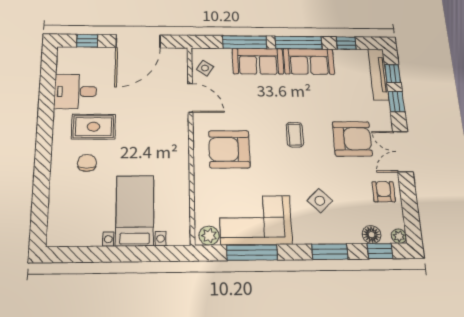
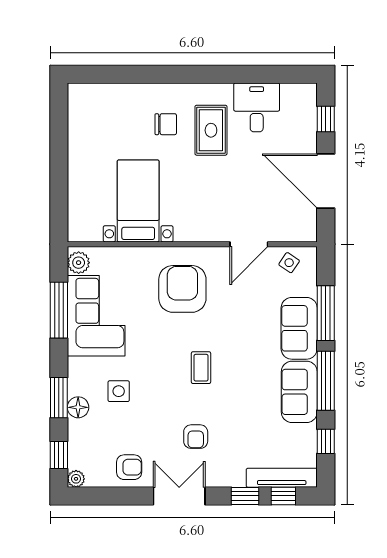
coffee table: (295, 135) -> (201, 368), turned 90
armchair: (352, 139) -> (196, 437), width x0.53, depth x0.53
side table: (320, 201) -> (119, 391), turned 45
bed with nightstands: (135, 210) -> (138, 201), moved, turned -90
floor lamp: (372, 235) -> (78, 407), moved

